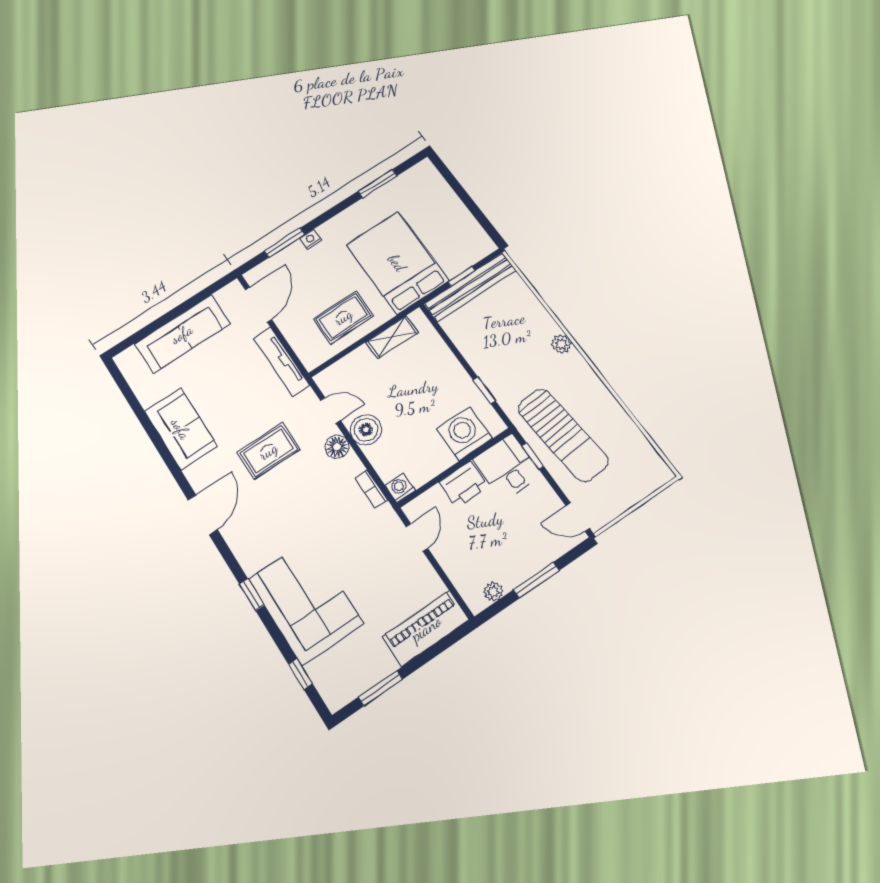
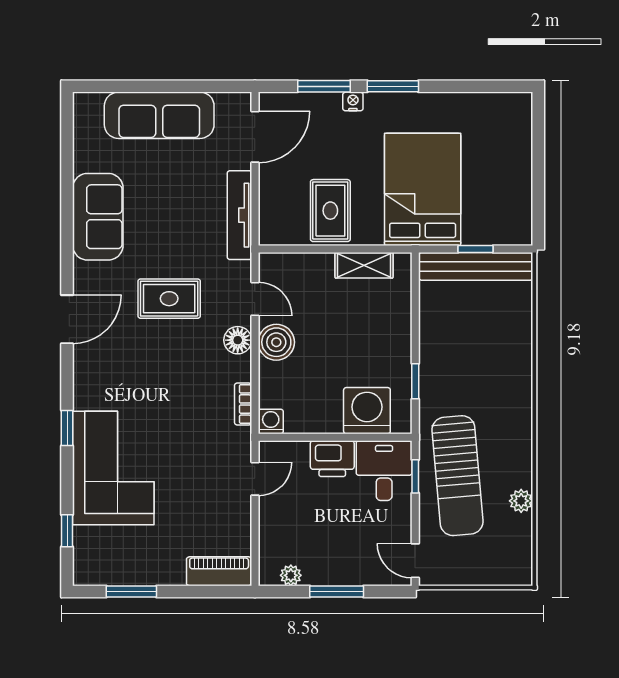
window: (378, 183) -> (393, 86), moved
rug: (343, 317) -> (330, 211), turned 90
plant: (561, 344) -> (521, 501), moved
piano: (426, 628) -> (219, 571), width x0.73, depth x0.75

